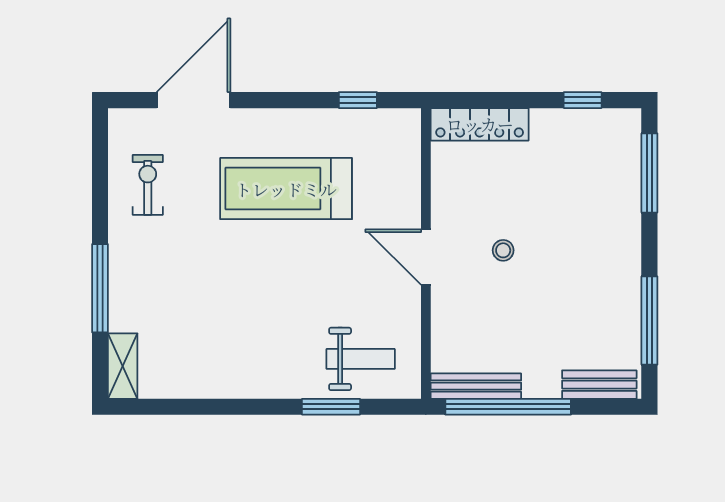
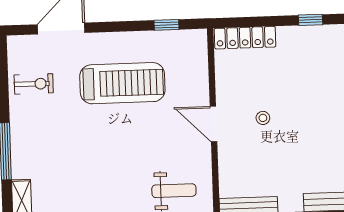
exercise bike: (148, 185) -> (34, 84), turned 90
treadmill: (286, 189) -> (122, 83), turned 180

